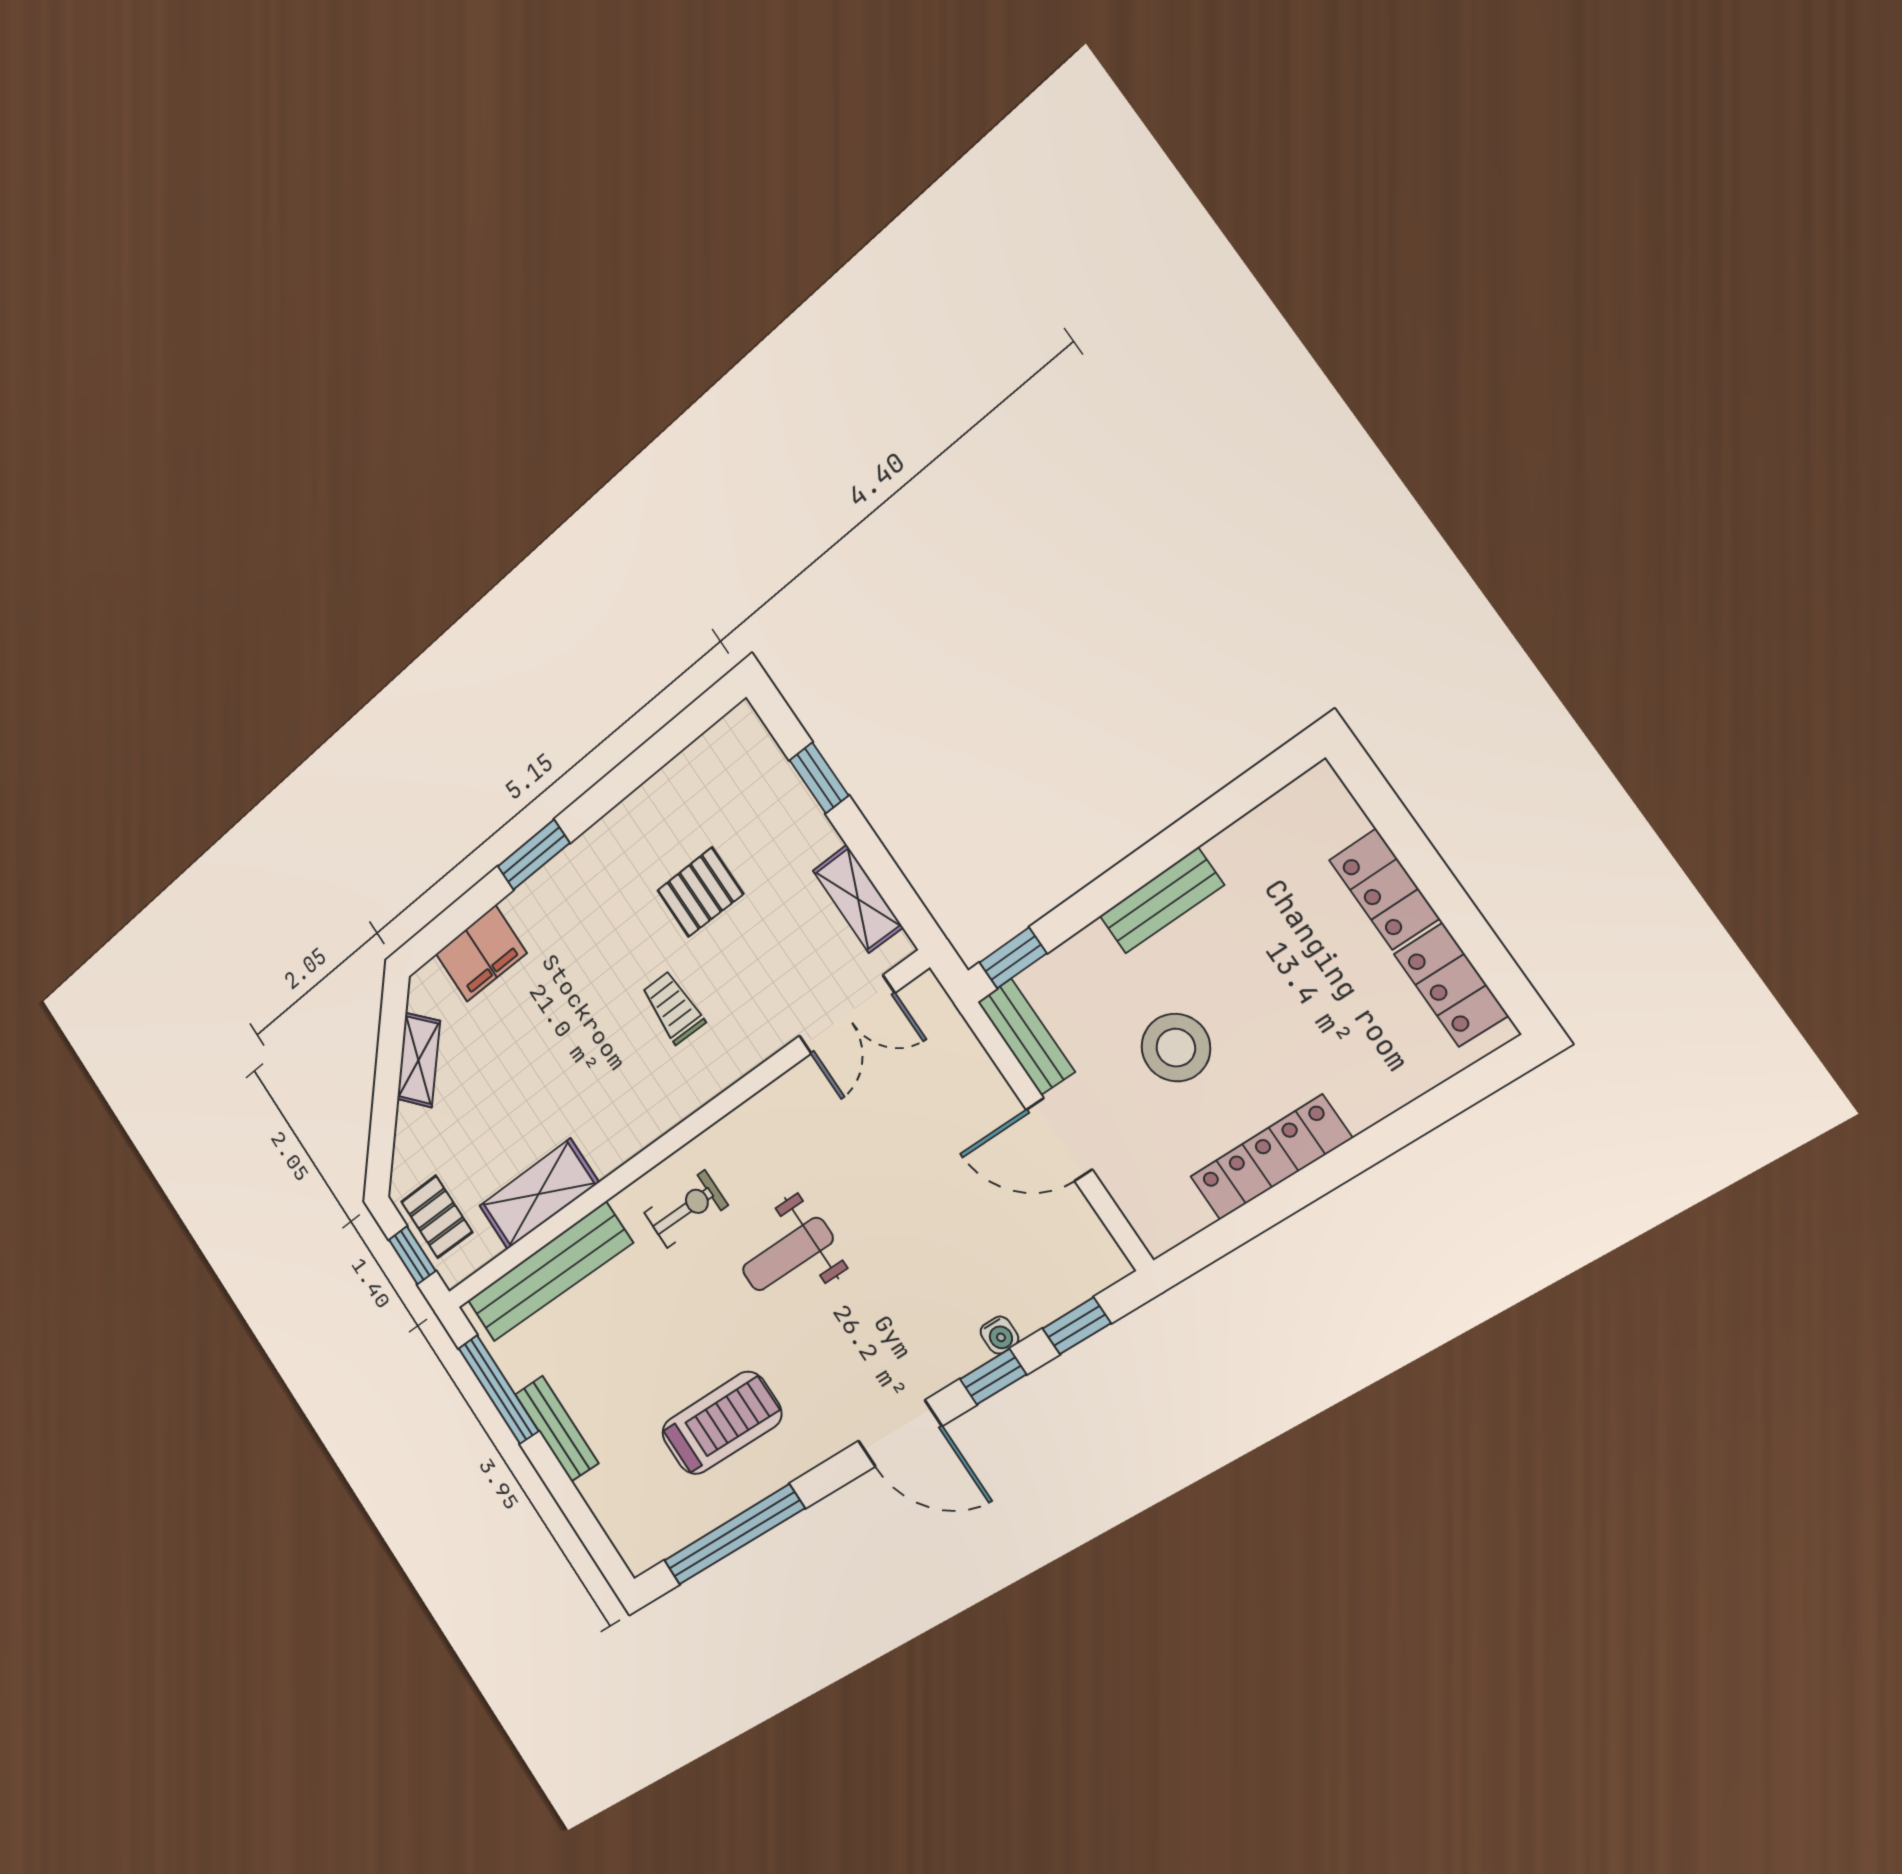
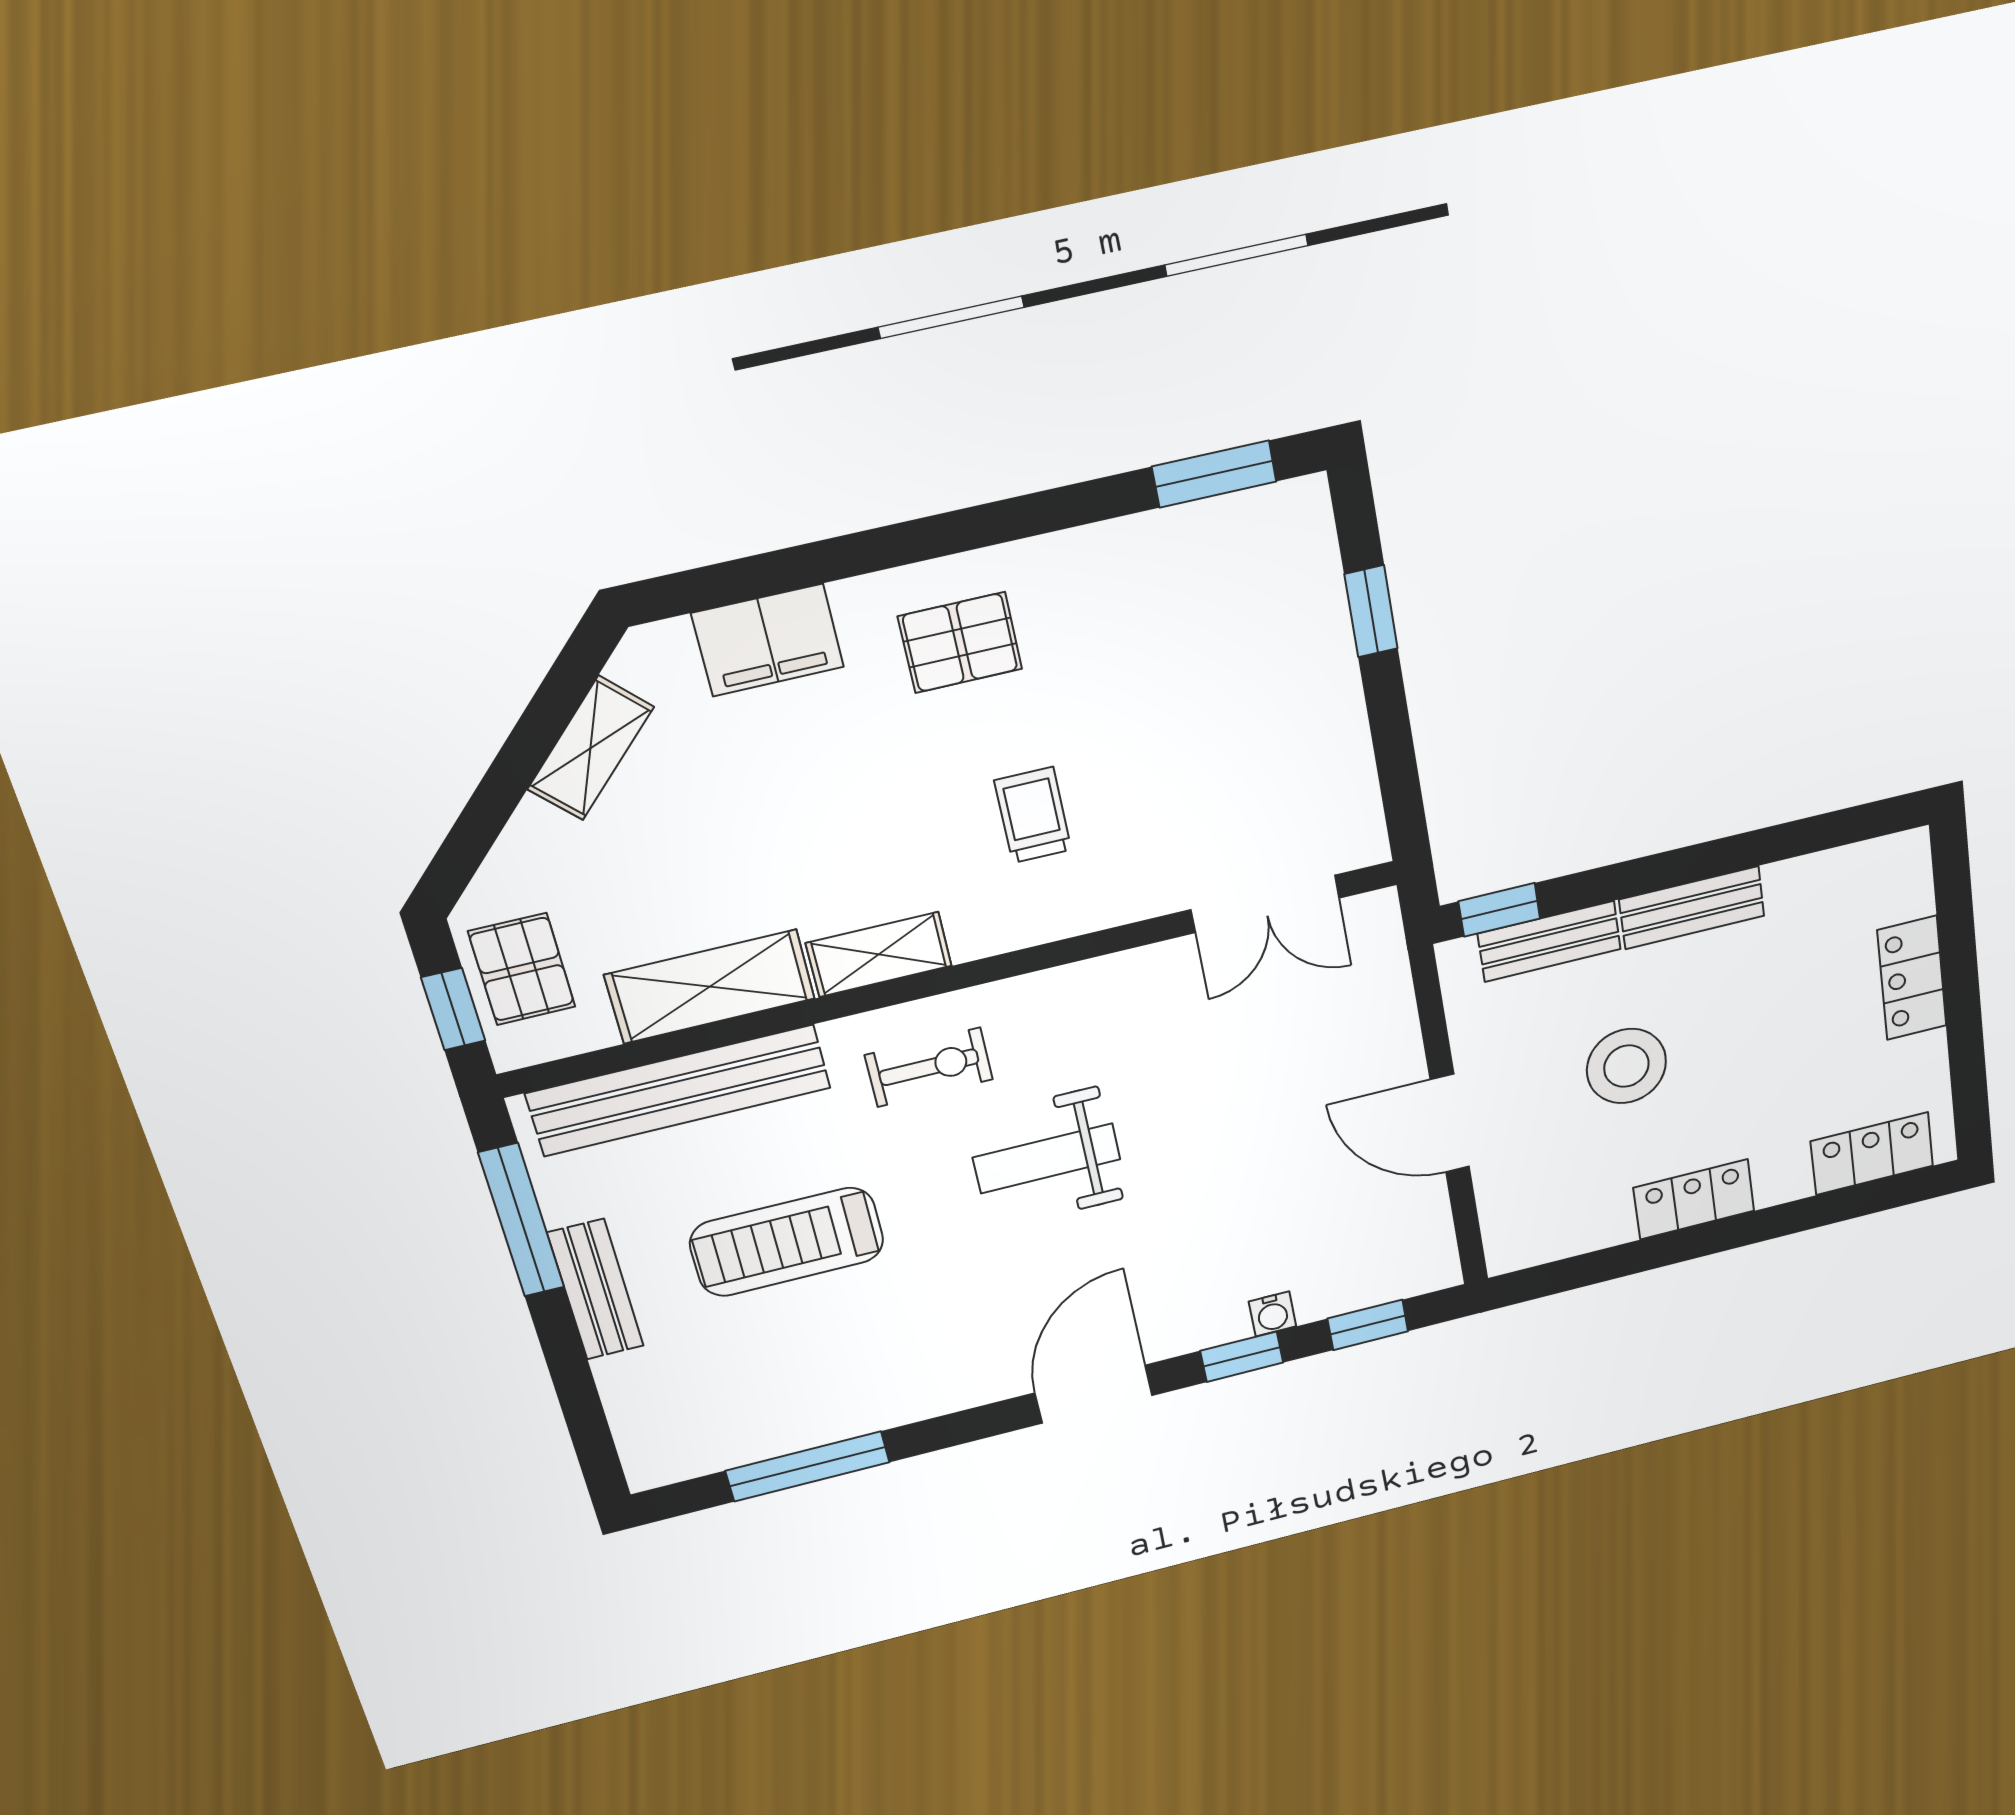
window: (534, 855) -> (1214, 474), moved
pallet: (700, 892) -> (960, 643), moved
shelving: (858, 899) -> (879, 954), moved, turned 90
locker: (1451, 985) -> (1872, 1154), moved, turned 90
bench: (1026, 1037) -> (1549, 941), moved, turned 90
locker: (1271, 1158) -> (1694, 1199), width x0.66
treadmill: (721, 1423) -> (787, 1242), moved, turned 180
door: (900, 1434) -> (1094, 1394), swing flipped
window: (734, 1535) -> (808, 1466), width x0.68

